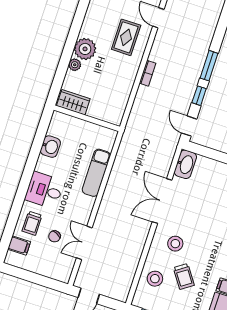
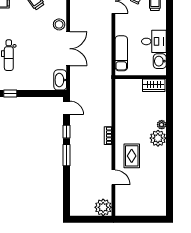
wardrobe: (73, 102) -> (154, 85), moved
wall: (87, 118) -> (141, 77), moved
desk: (44, 190) -> (154, 41), moved
stool: (175, 244) -> (59, 24), moved

